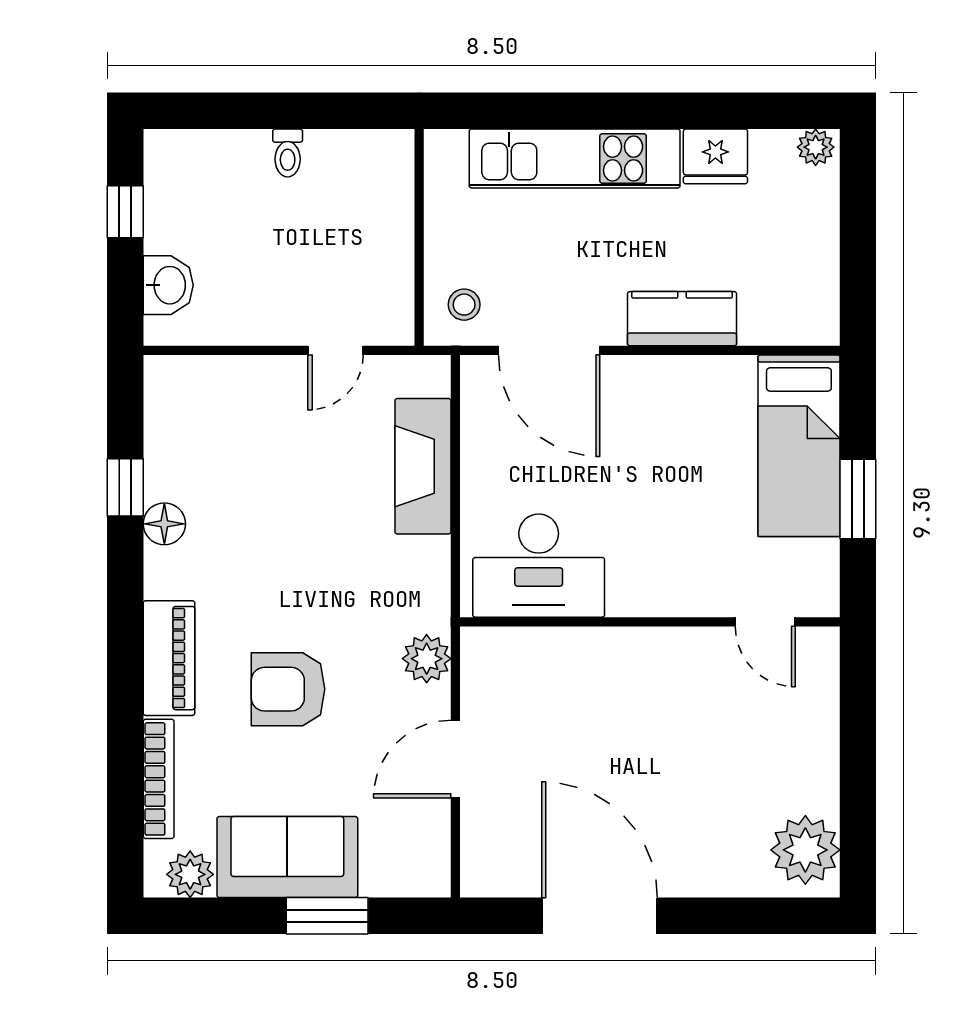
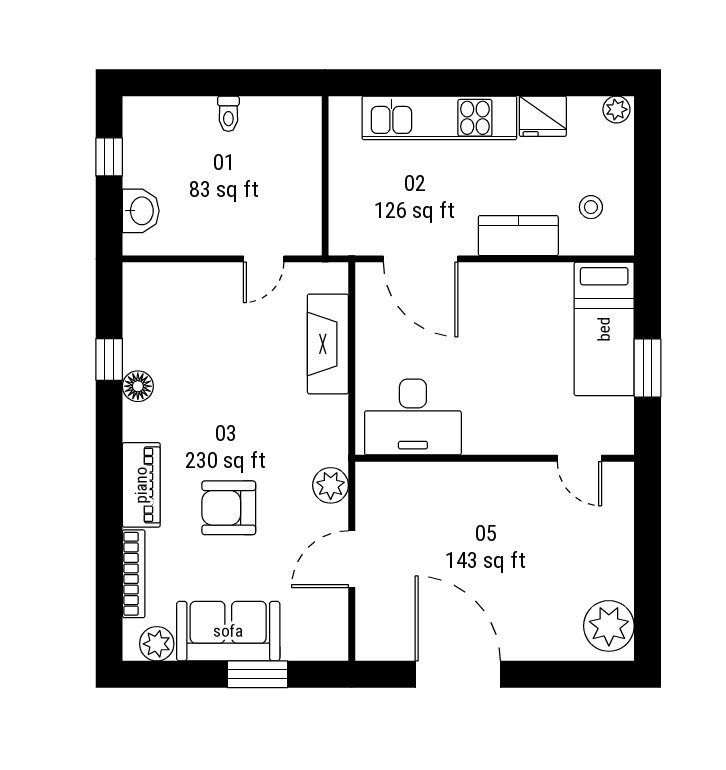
stool: (464, 305) -> (591, 207), moved

